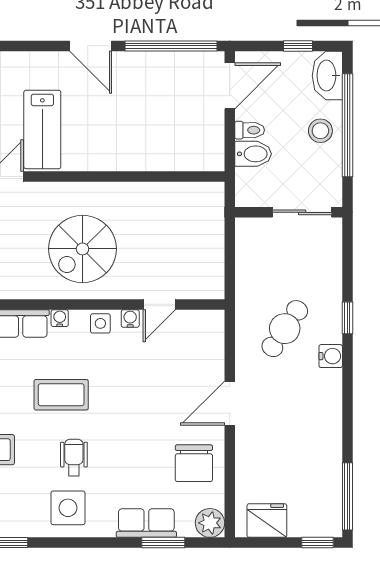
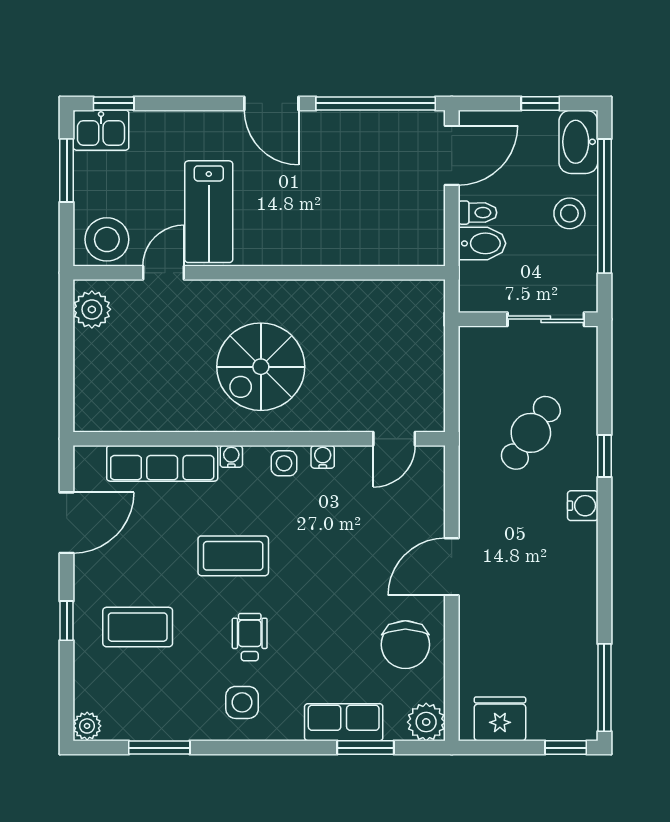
door: (159, 305) -> (394, 439), moved
cafe table: (285, 329) -> (531, 433), moved
side table: (68, 508) -> (242, 702), width x0.73, depth x0.73

